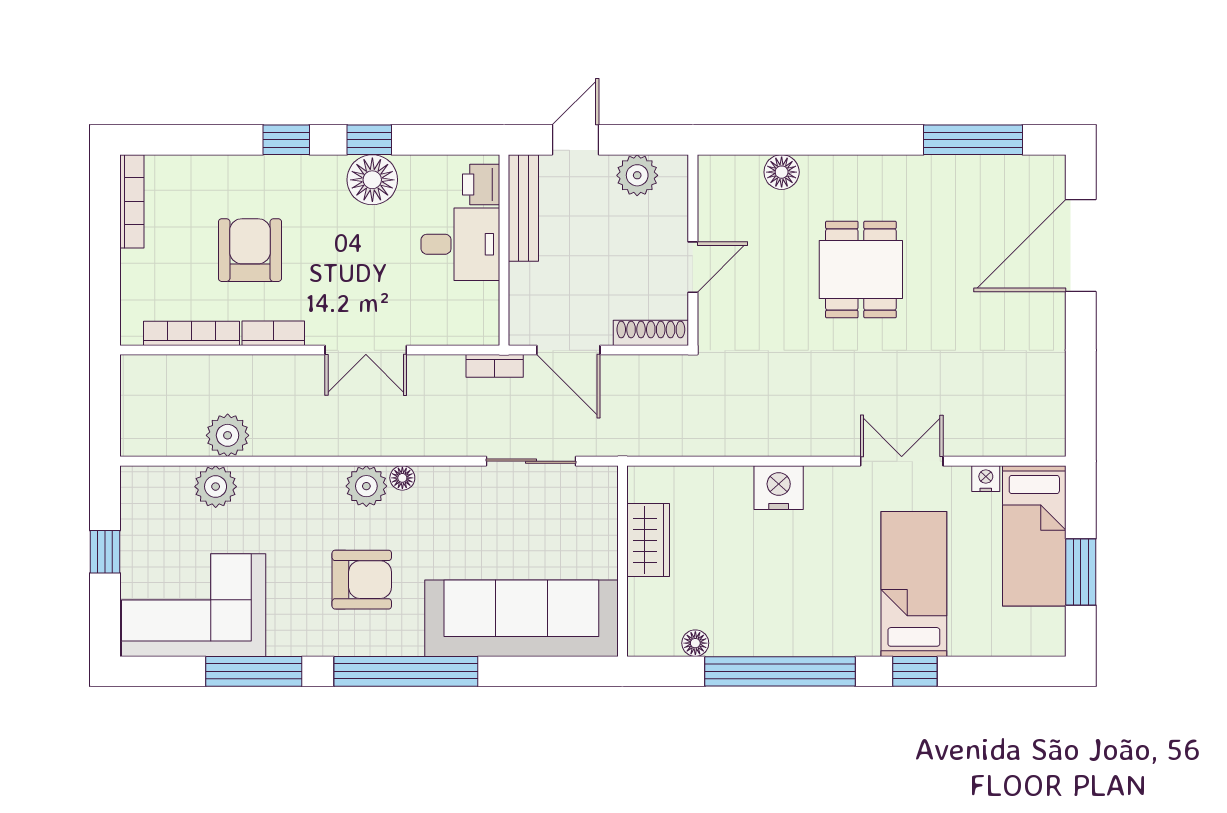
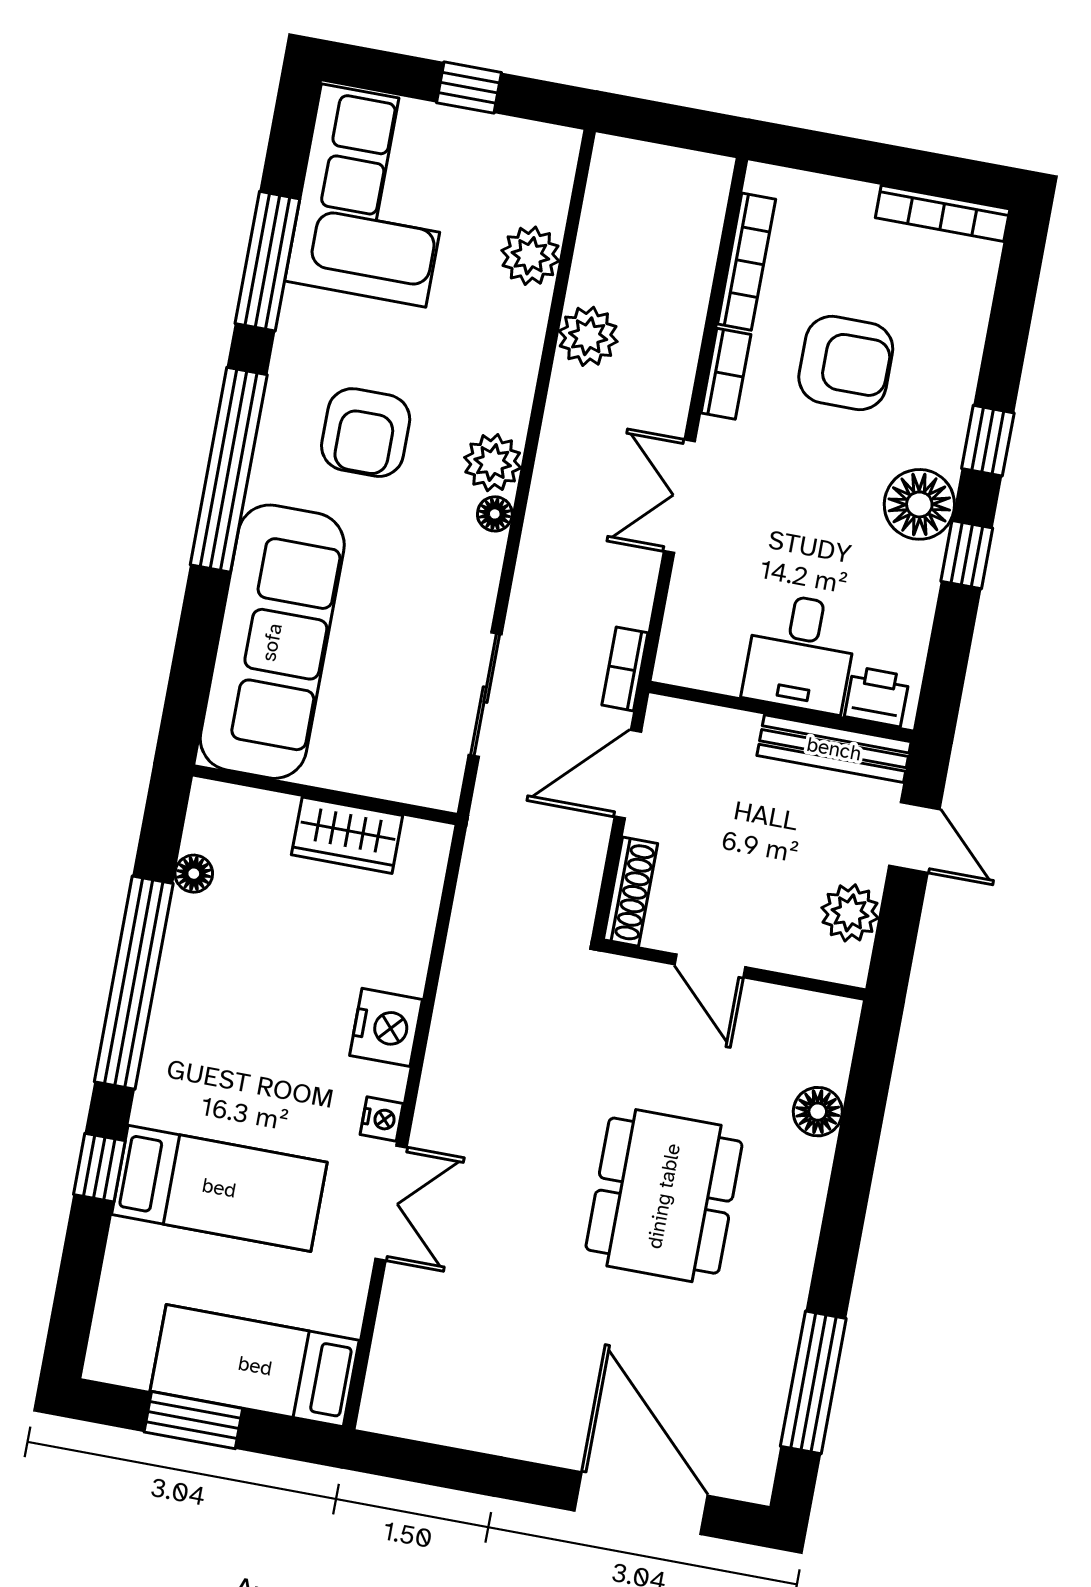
floor lamp: (372, 180) -> (919, 504), moved
dining table: (861, 270) -> (664, 1196), width x1.38
plant: (228, 435) -> (588, 336), moved
nightstand: (986, 479) -> (382, 1119), moved

